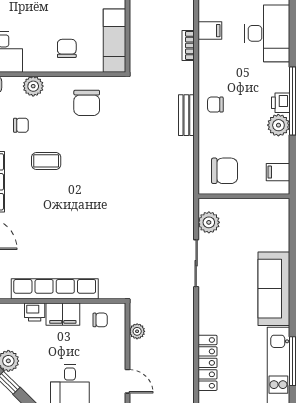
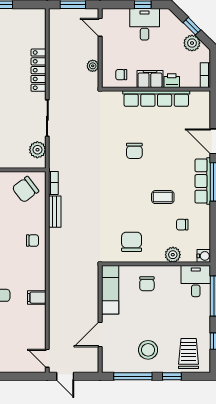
bookcase: (188, 45) -> (53, 183), moved
bench: (186, 115) -> (55, 212), moved
chair: (225, 171) -> (25, 189), turned -37
chair: (83, 221) -> (134, 151), added
locker: (207, 363) -> (39, 70), moved

